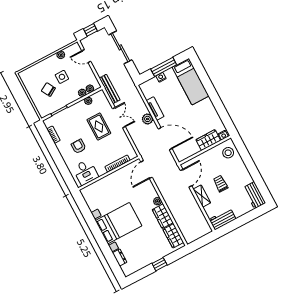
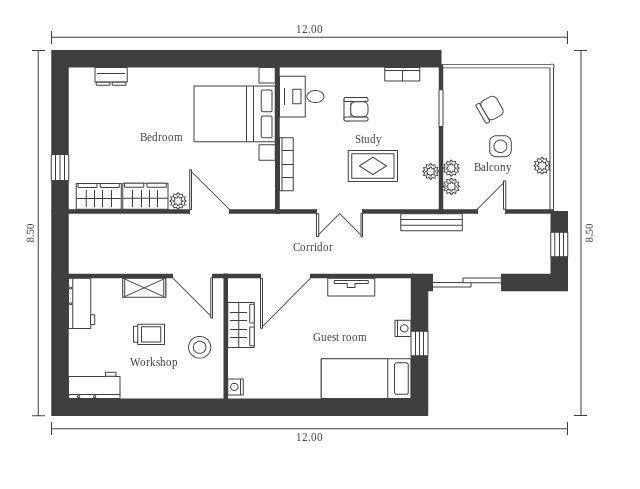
sliding door: (120, 47) -> (467, 283), moved
door: (86, 56) -> (491, 211), moved
window: (164, 67) -> (419, 344), width x0.46
double door: (119, 118) -> (340, 211), moved
plant: (147, 119) -> (339, 263), removed
wardrobe: (208, 140) -> (241, 325), moved
stool: (228, 153) -> (200, 347), moved
door: (146, 170) -> (209, 211), moved
bed with nightstands: (118, 223) -> (235, 114), moved, turned 90
window: (160, 264) -> (60, 168), moved

